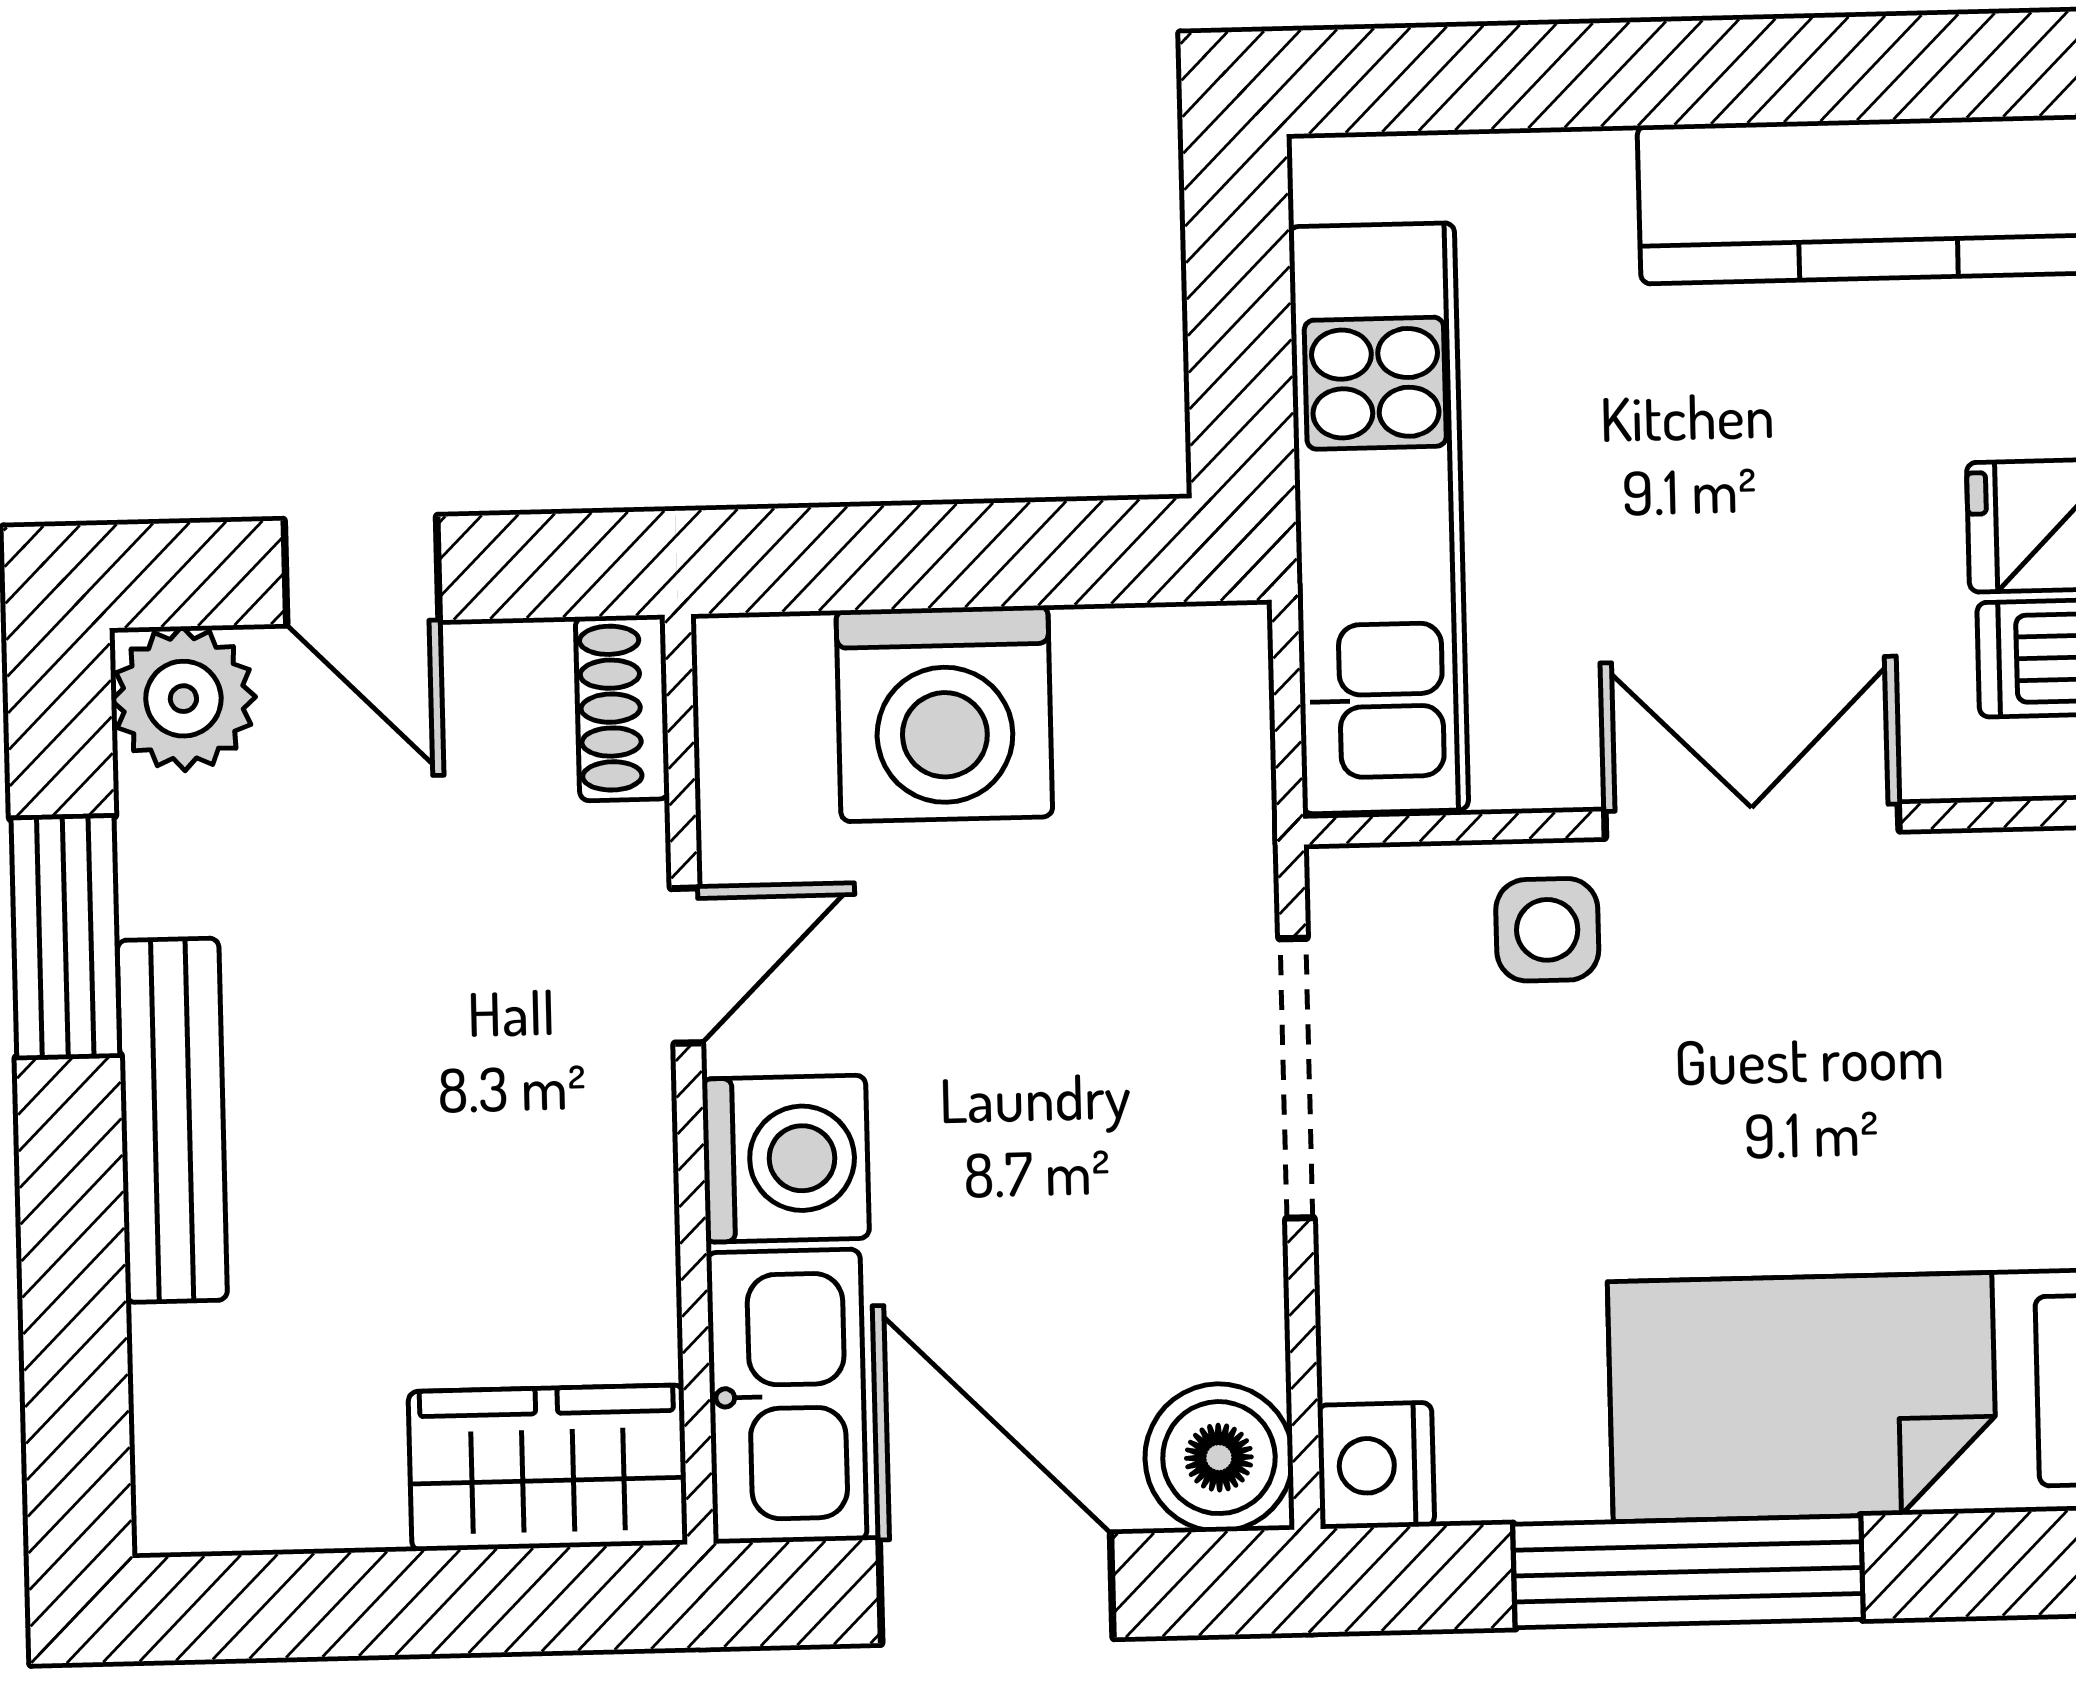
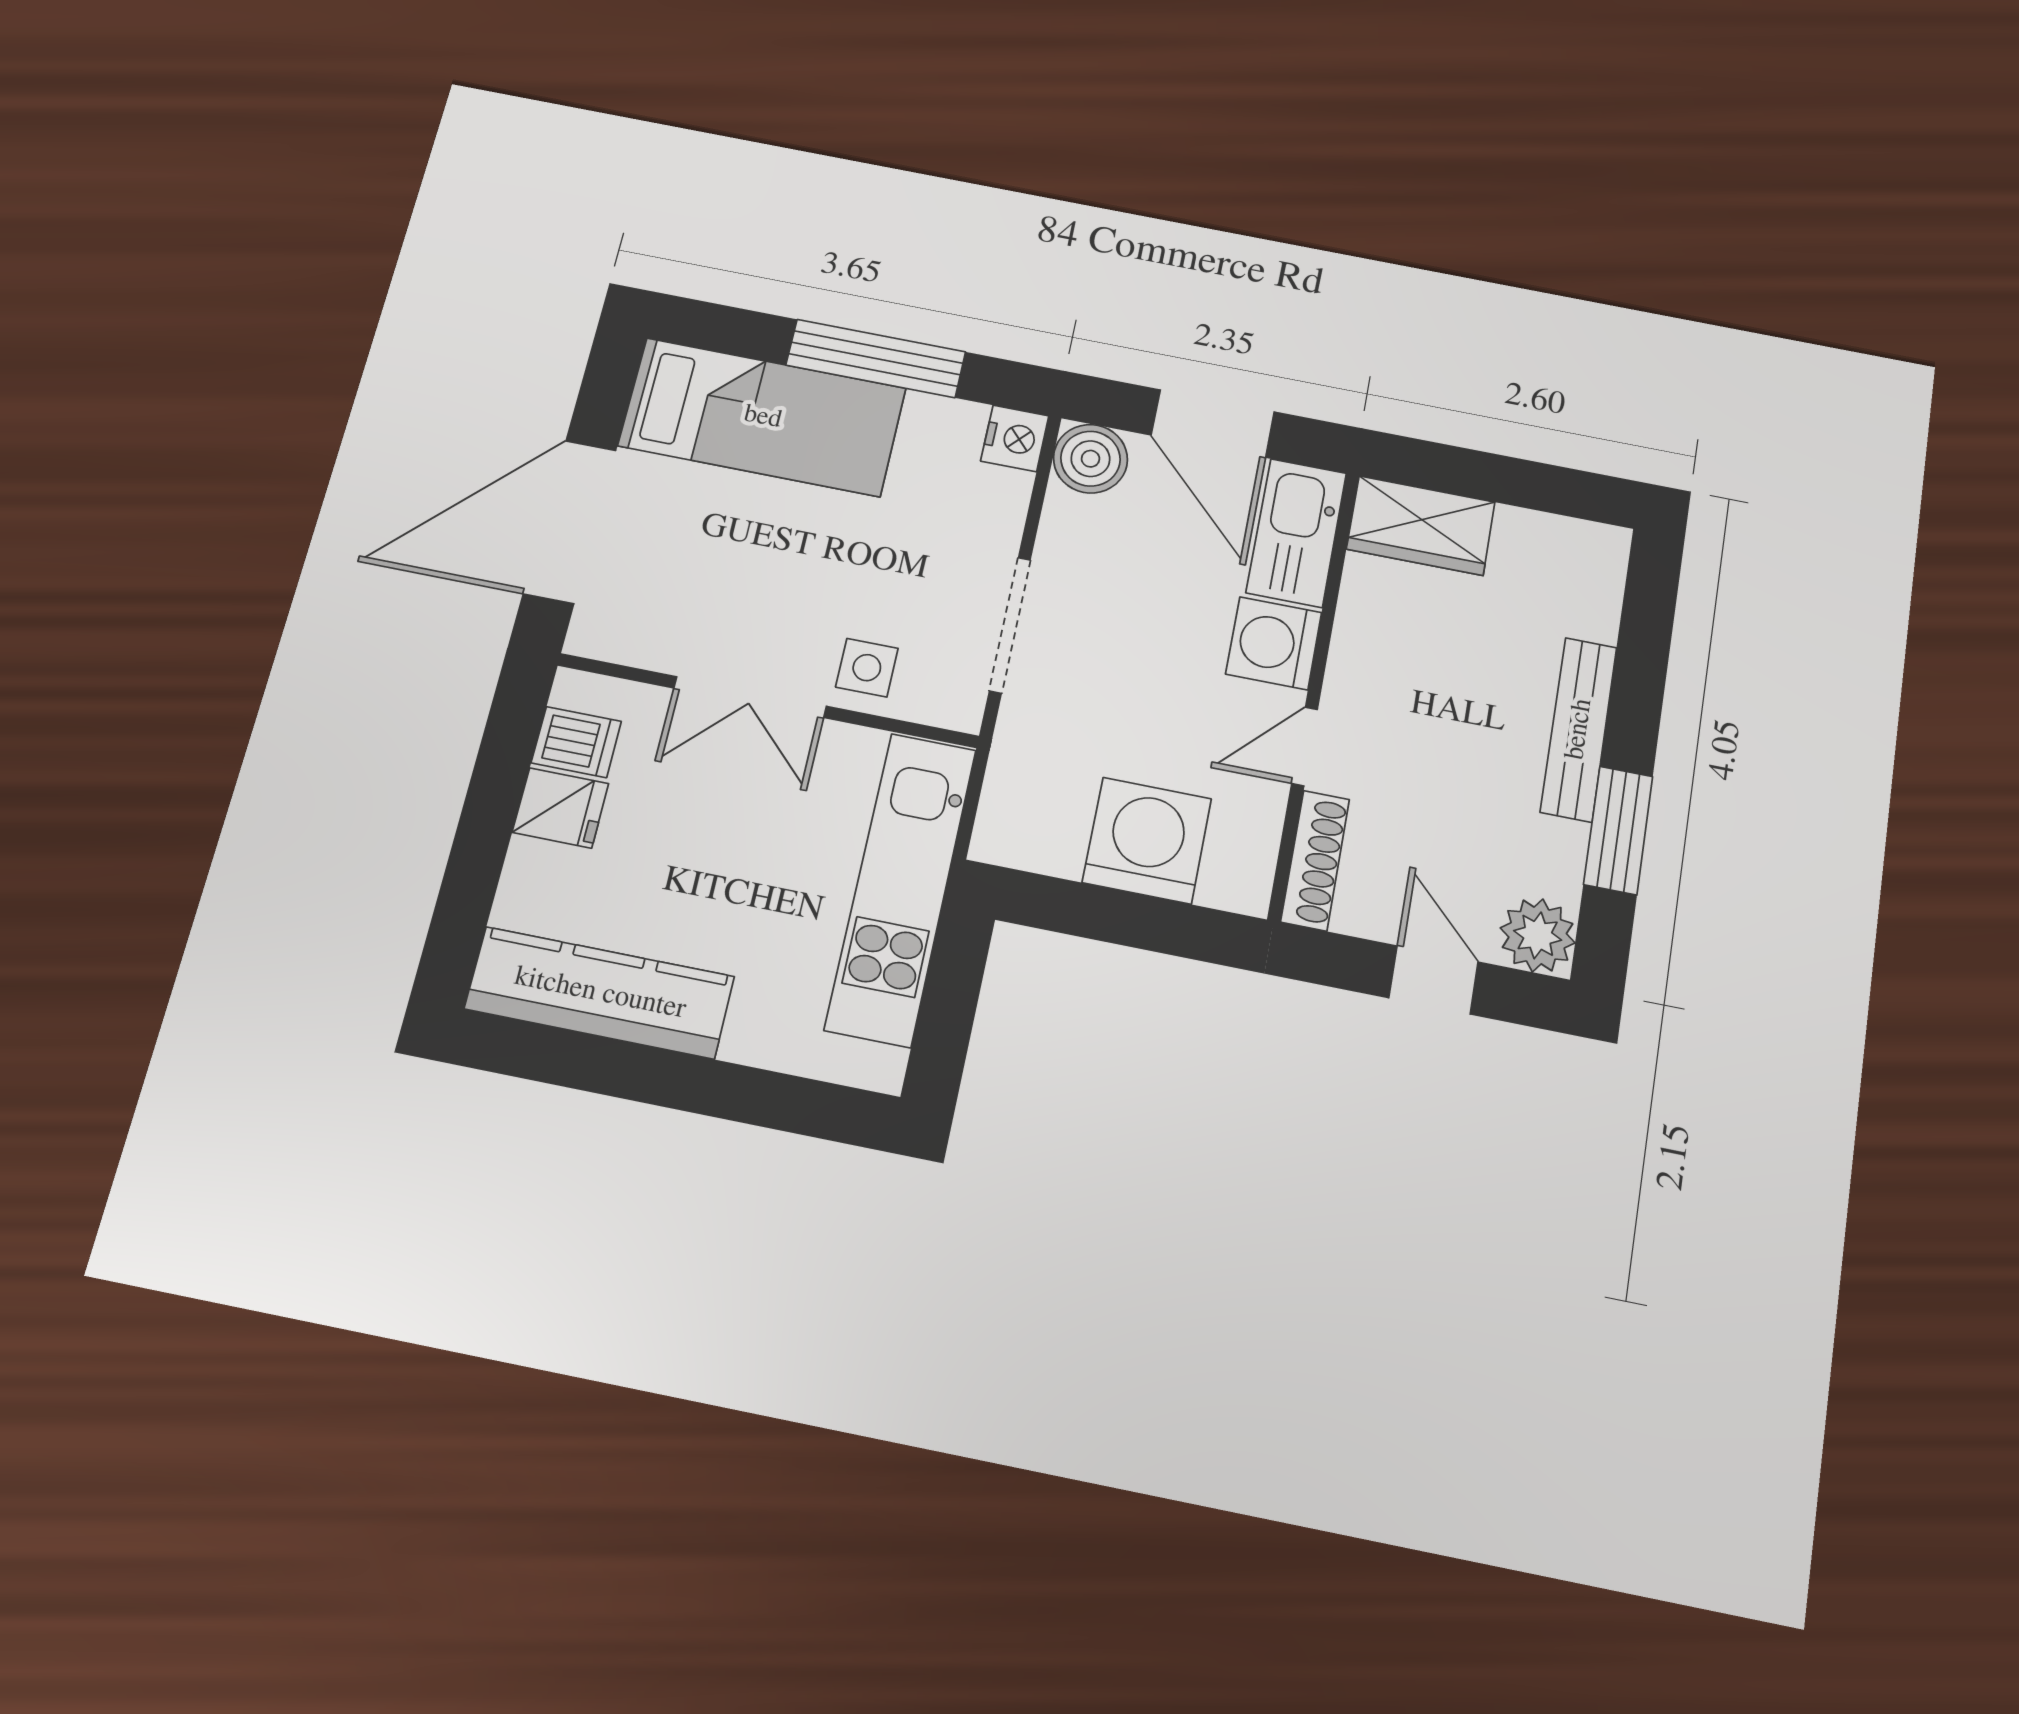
shoe rack: (622, 708) -> (1315, 860), width x1.43

